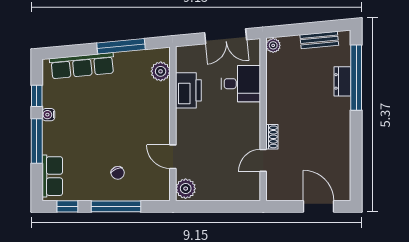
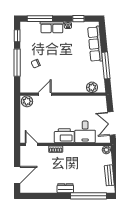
dresser: (342, 81) -> (65, 188), moved
printer: (188, 90) -> (64, 136), moved, turned 180
window: (37, 141) -> (40, 19), moved
door: (263, 160) -> (31, 144), moved
row of seats: (52, 176) -> (52, 27), moved

